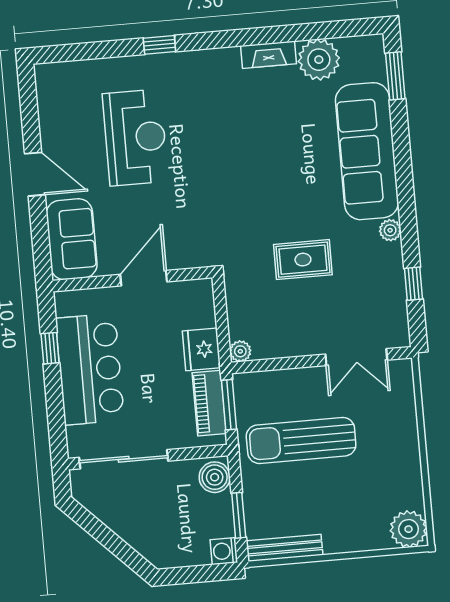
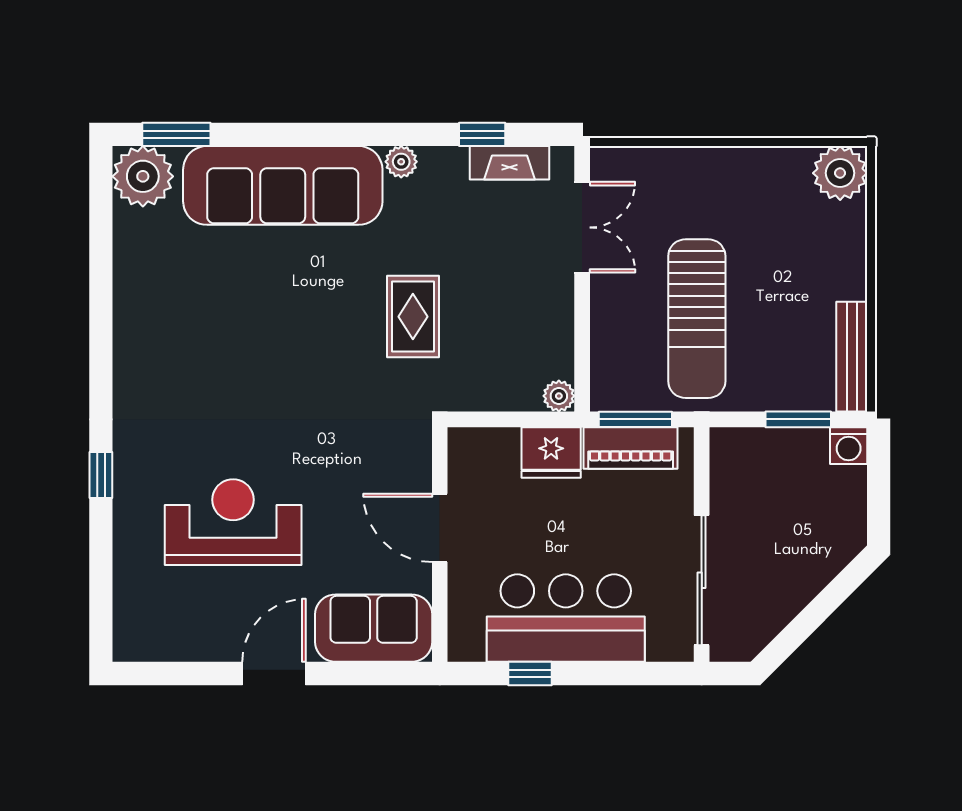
fireplace: (268, 55) -> (509, 163), moved, turned 90
plant: (319, 60) -> (143, 176), moved
rug: (303, 260) -> (413, 317), moved
boiler: (215, 477) -> (739, 450), removed

